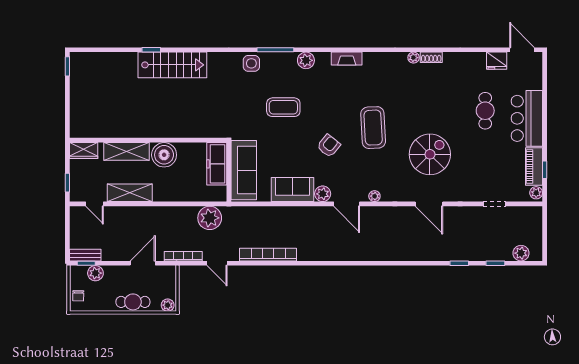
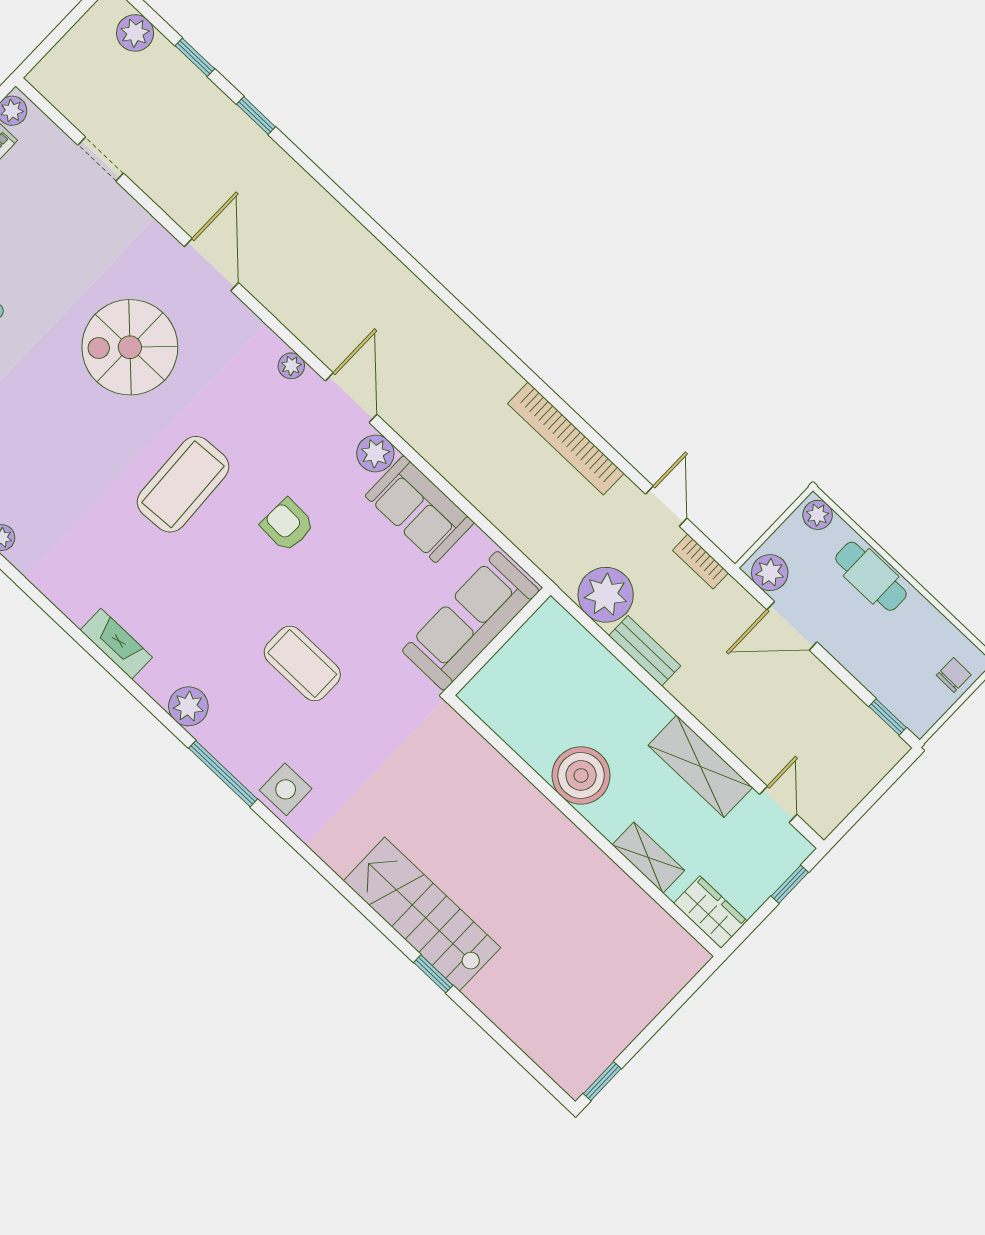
armchair: (329, 146) -> (287, 525), turned 53
shelving: (126, 151) -> (648, 858), width x0.67, depth x0.75
freezer: (217, 164) -> (506, 675), removed
bench: (85, 255) -> (645, 651), moved
bookcase: (183, 256) -> (700, 562), width x0.64
plant: (95, 273) -> (770, 573), moved

